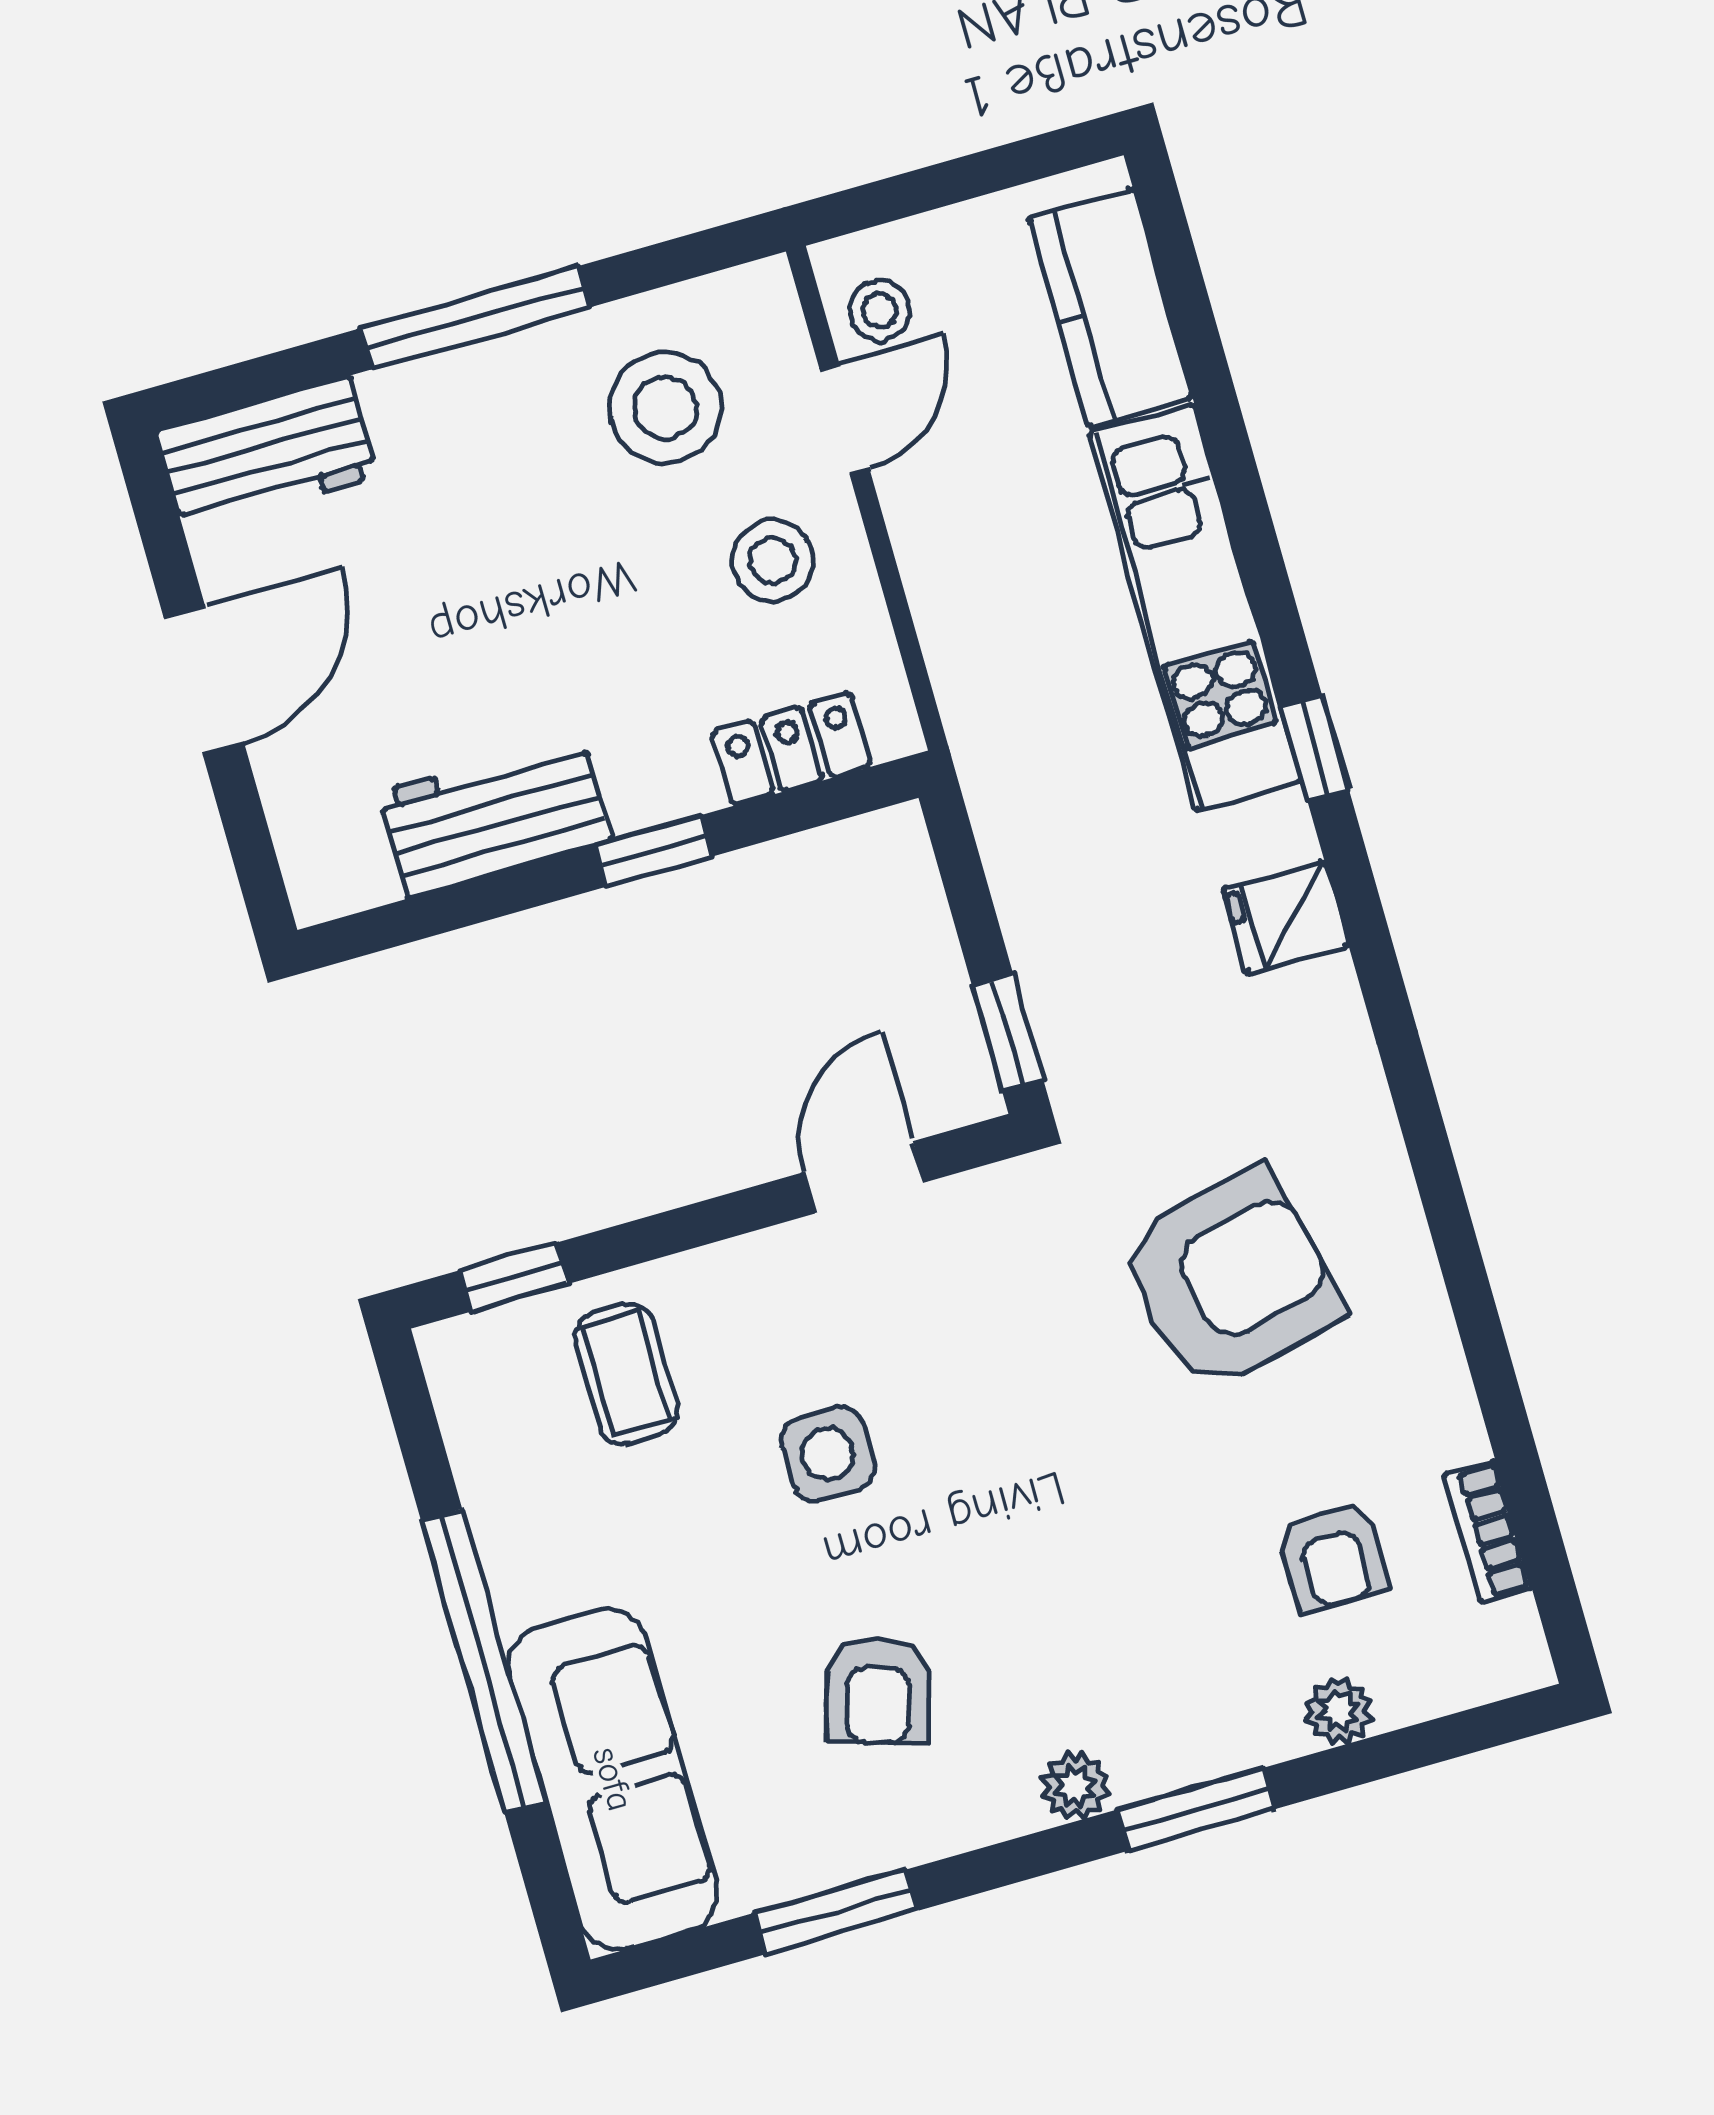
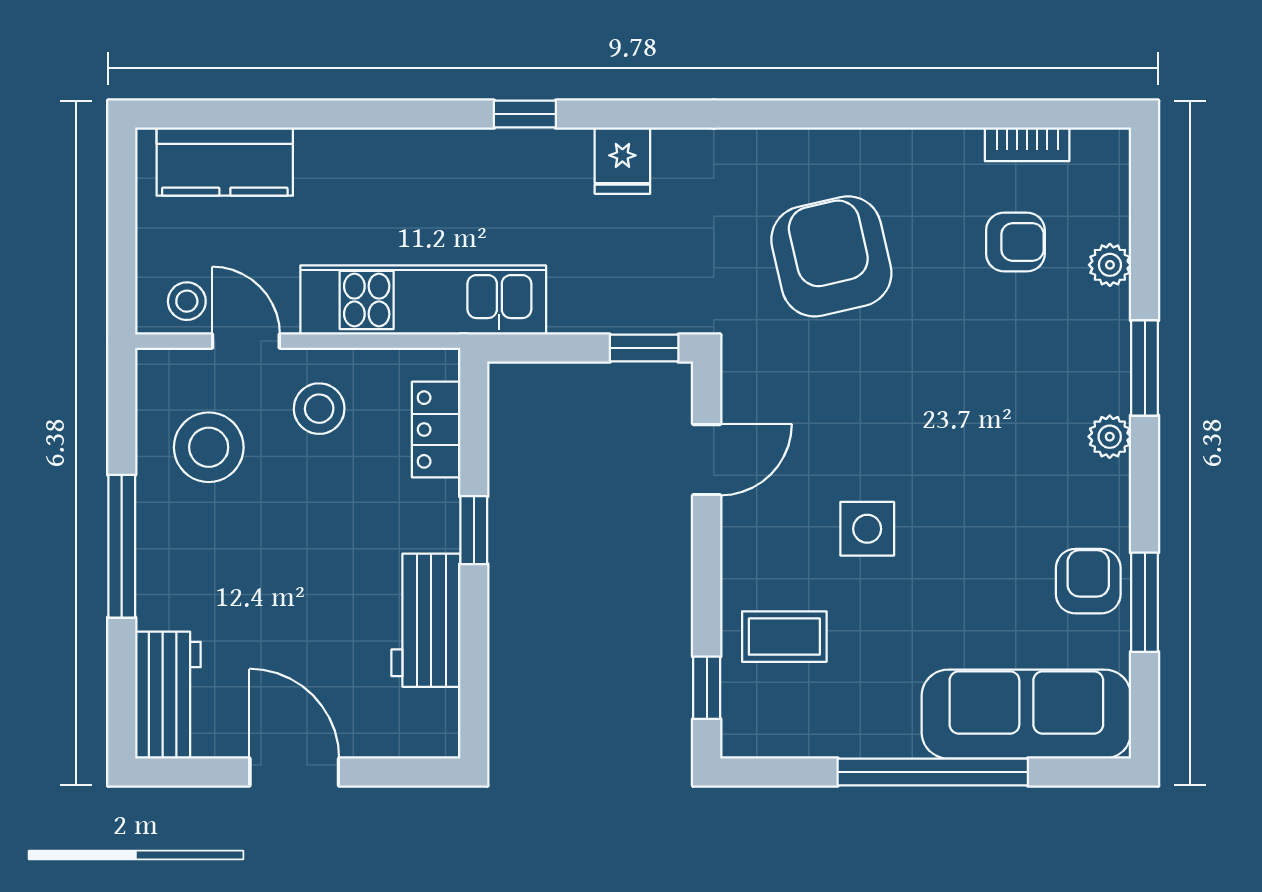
kitchen unit: (1195, 608) -> (423, 300), moved, turned 180
door: (864, 1177) -> (707, 460), swing flipped
armchair: (878, 1691) -> (1088, 581), moved, turned -106

